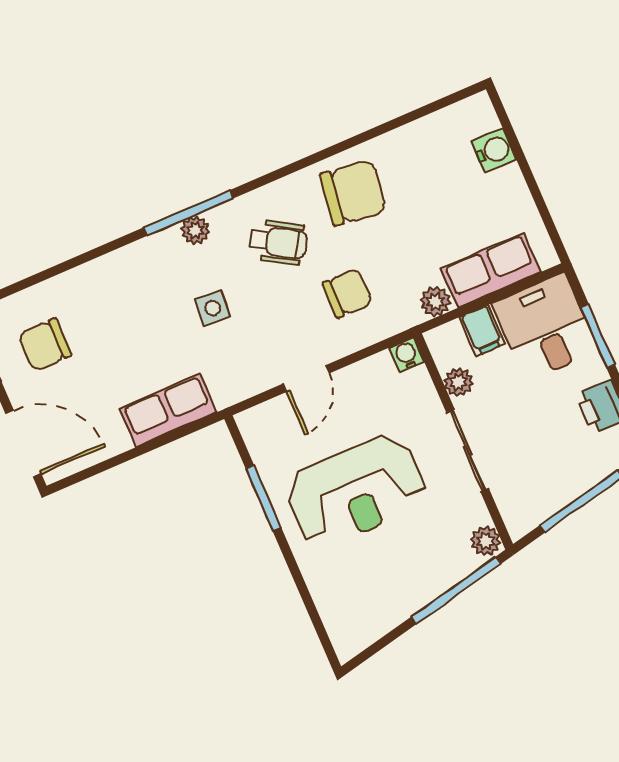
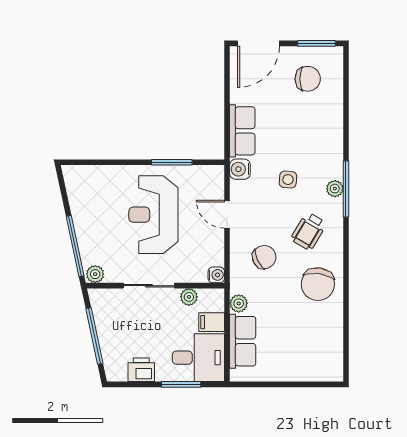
water cooler: (494, 150) -> (240, 169), moved, turned 90
chair: (347, 293) -> (264, 257), turned -115
chair: (45, 345) -> (308, 79), turned 90

